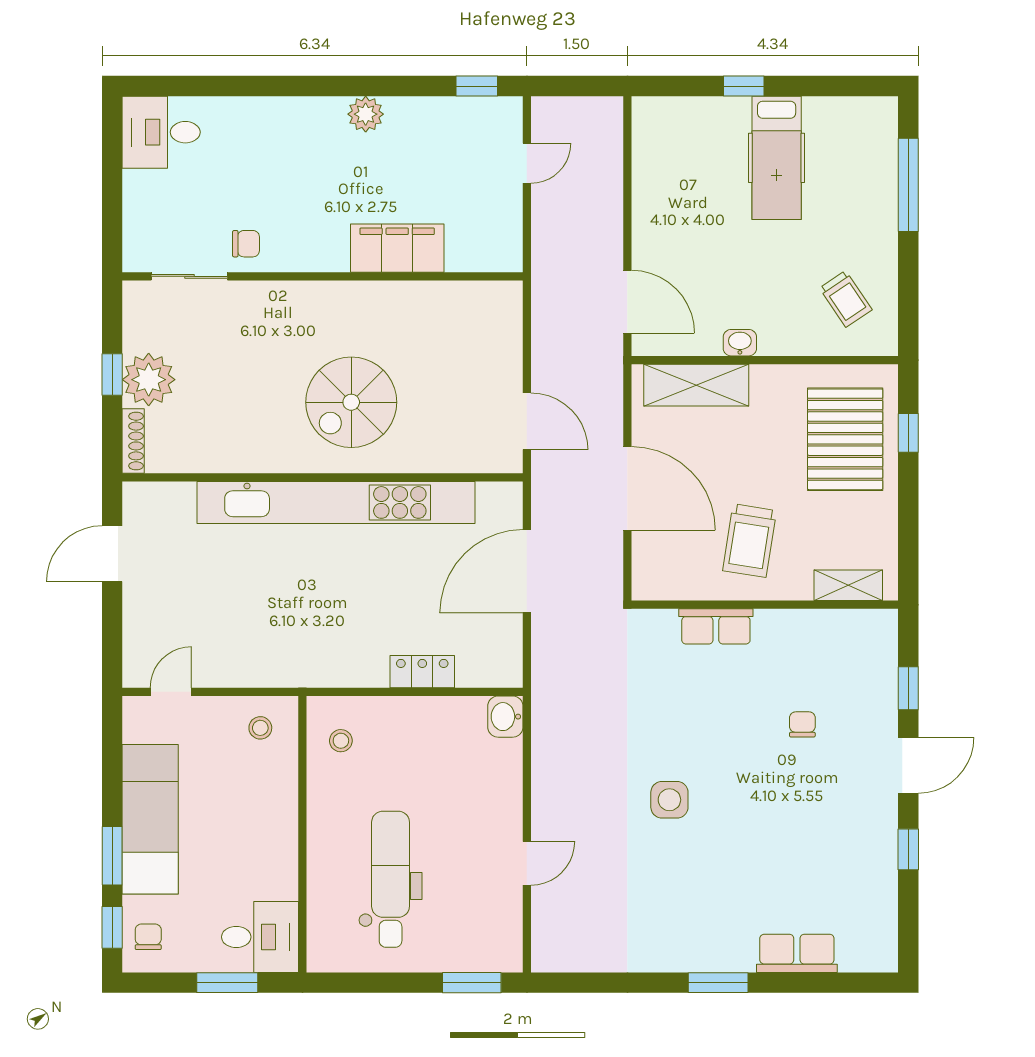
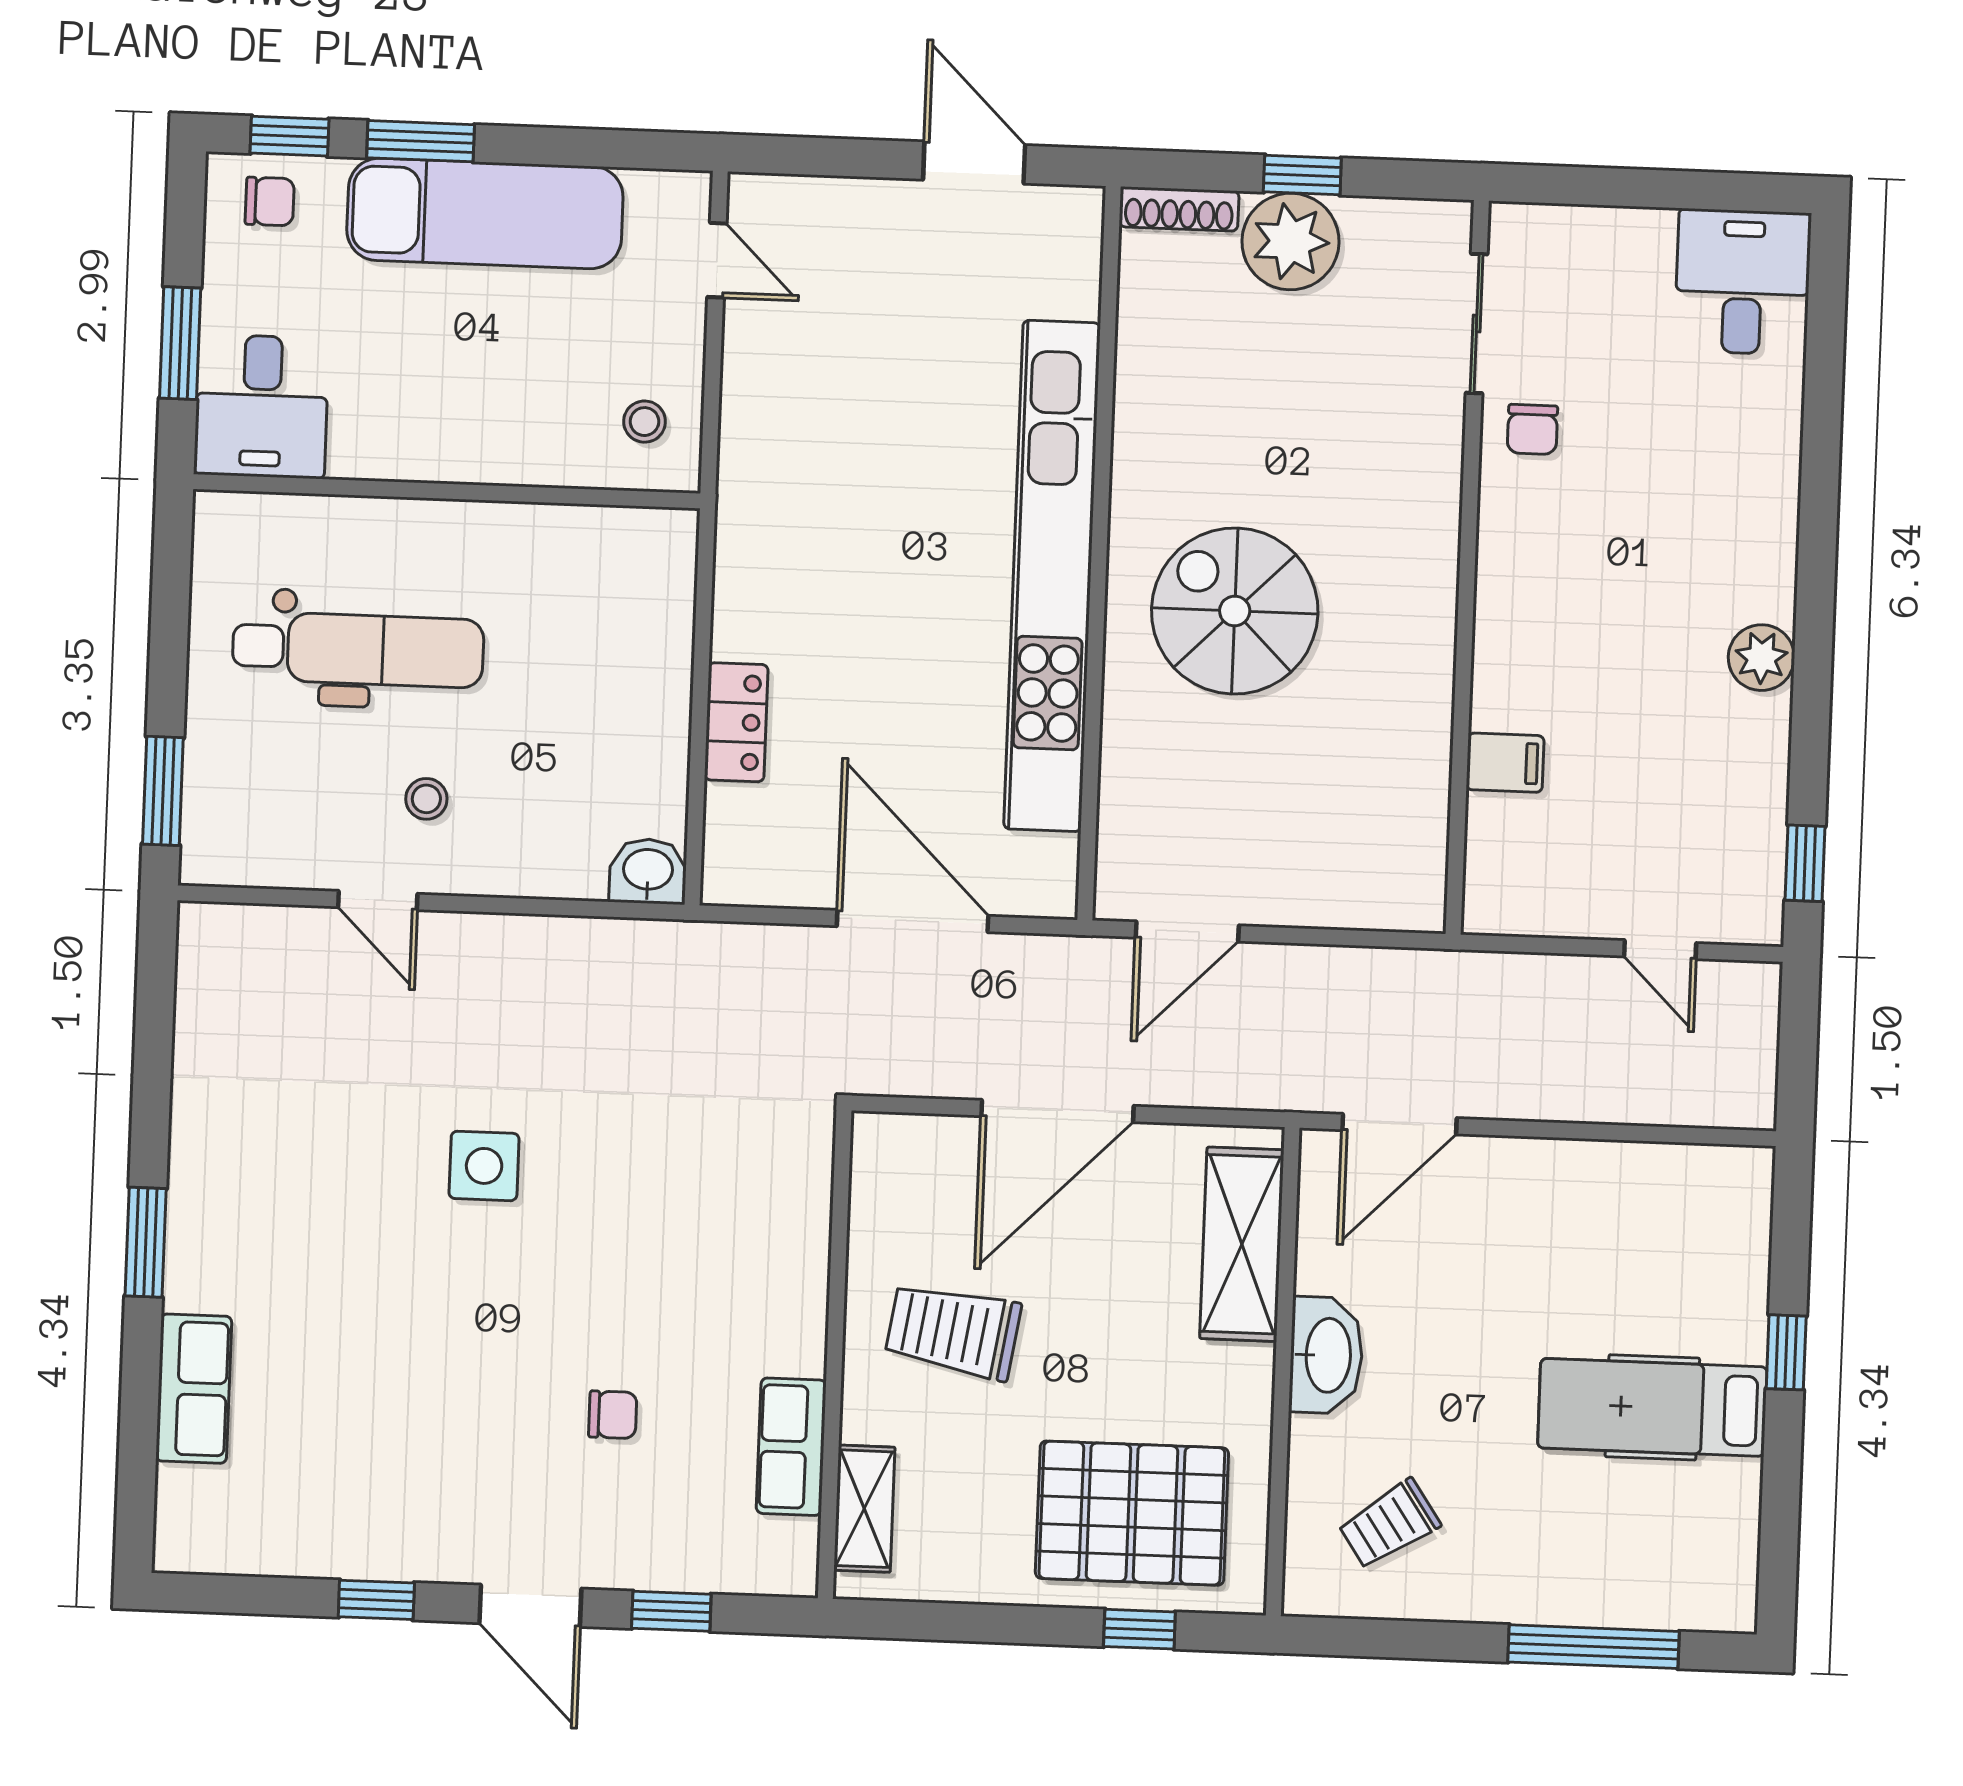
filing cabinet: (397, 248) -> (1505, 763), width x0.33, depth x0.86
washbasin: (740, 343) -> (1326, 1355), width x1.91, depth x1.45
row of seats: (716, 626) -> (791, 1447), moved
stool: (341, 741) -> (426, 799), moved

